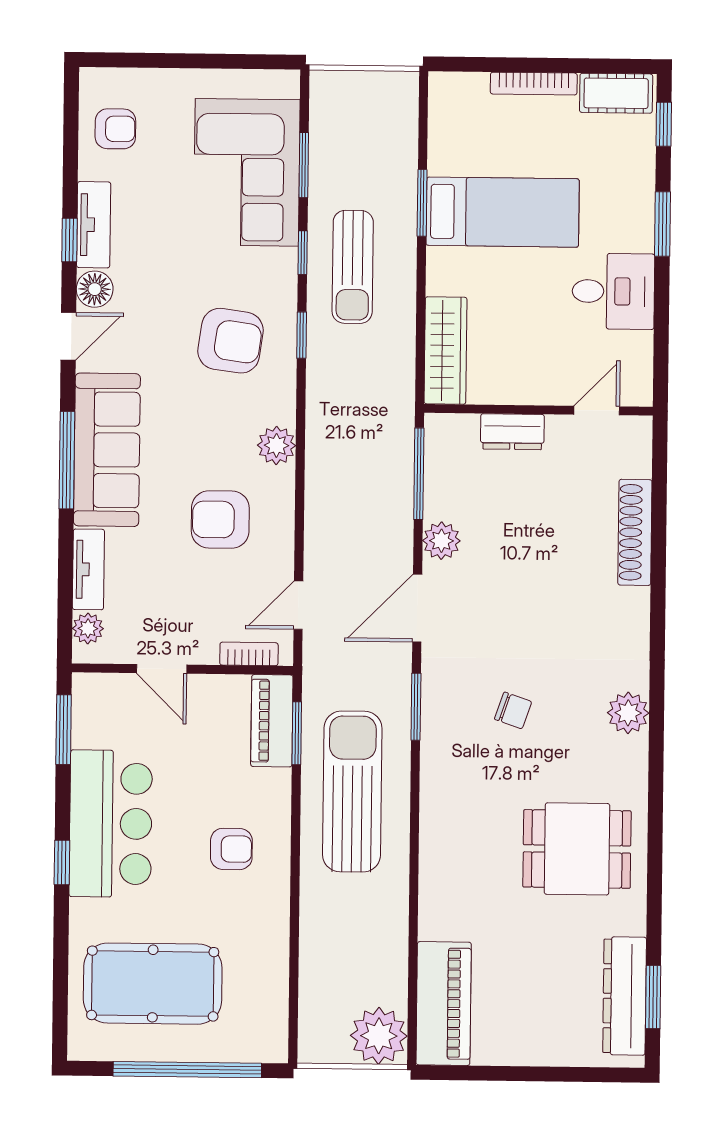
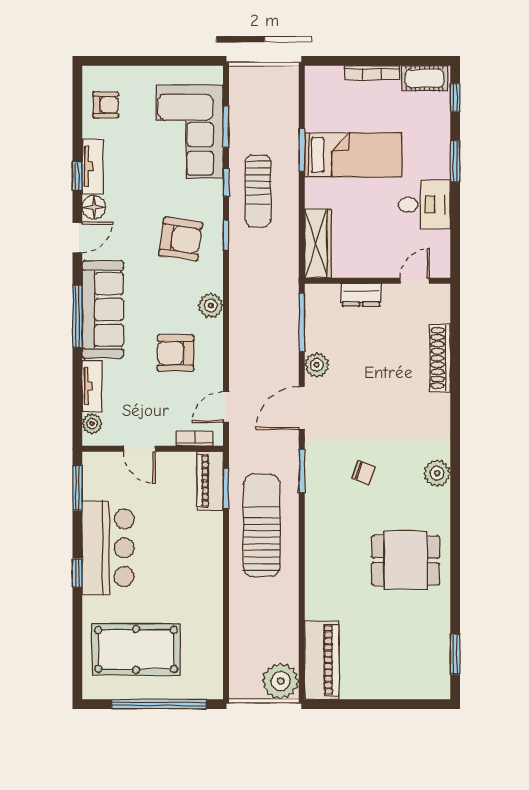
armchair: (231, 849) -> (185, 563), removed
dresser: (625, 996) -> (437, 654), removed

